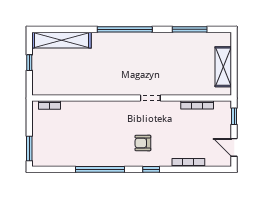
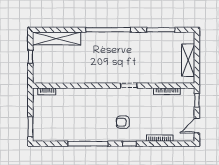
door: (234, 147) -> (197, 126), hinge flipped

